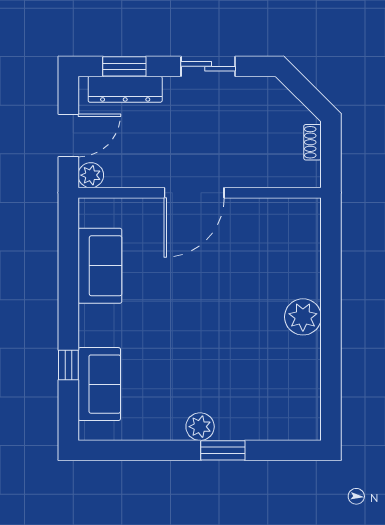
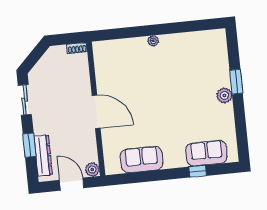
window: (124, 66) -> (29, 145), moved
sliding door: (208, 66) -> (25, 100), moved
shoe rack: (313, 142) -> (77, 48), moved
plant: (303, 317) -> (153, 41), width x0.53, depth x0.53

